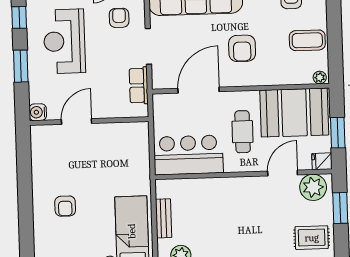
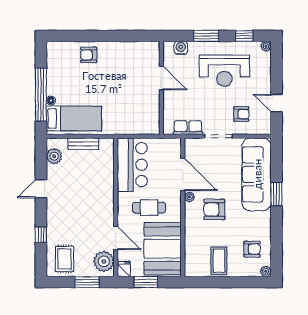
reception desk: (64, 41) -> (224, 71), turned 180
plant: (320, 77) -> (189, 197), moved
water cooler: (38, 112) -> (181, 48), moved
armchair: (65, 206) -> (89, 55), moved

